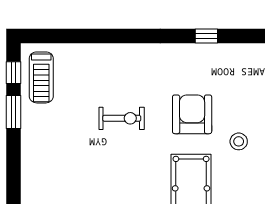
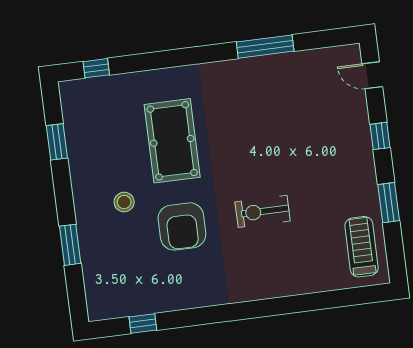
window: (206, 36) -> (143, 323), moved
window: (13, 73) -> (380, 136), moved

